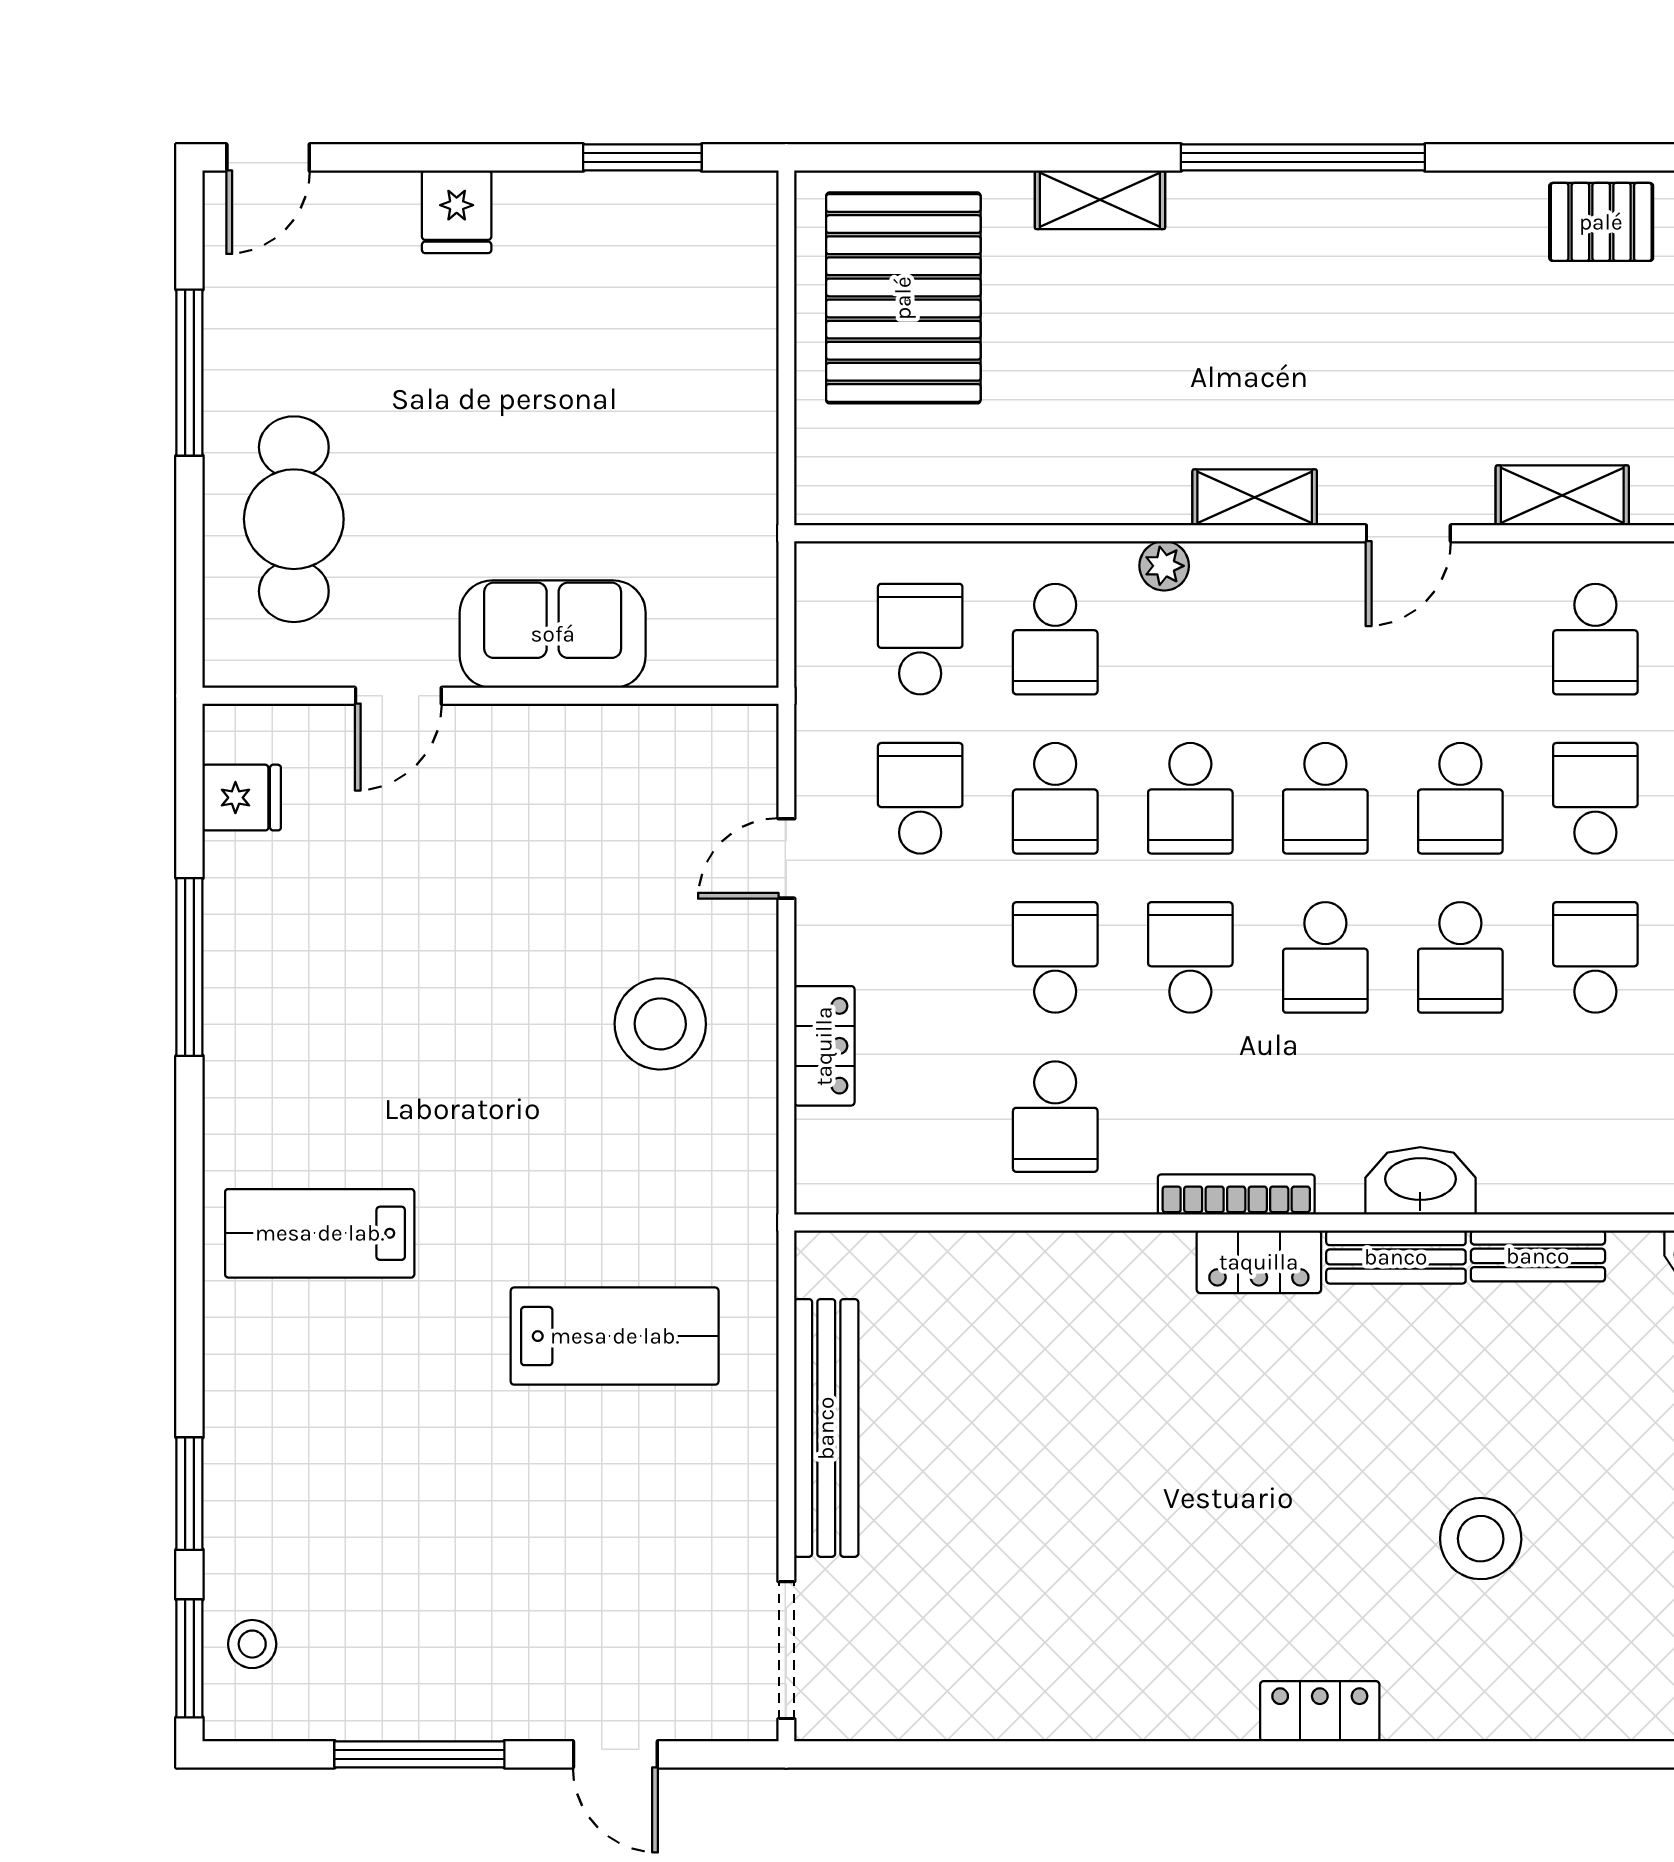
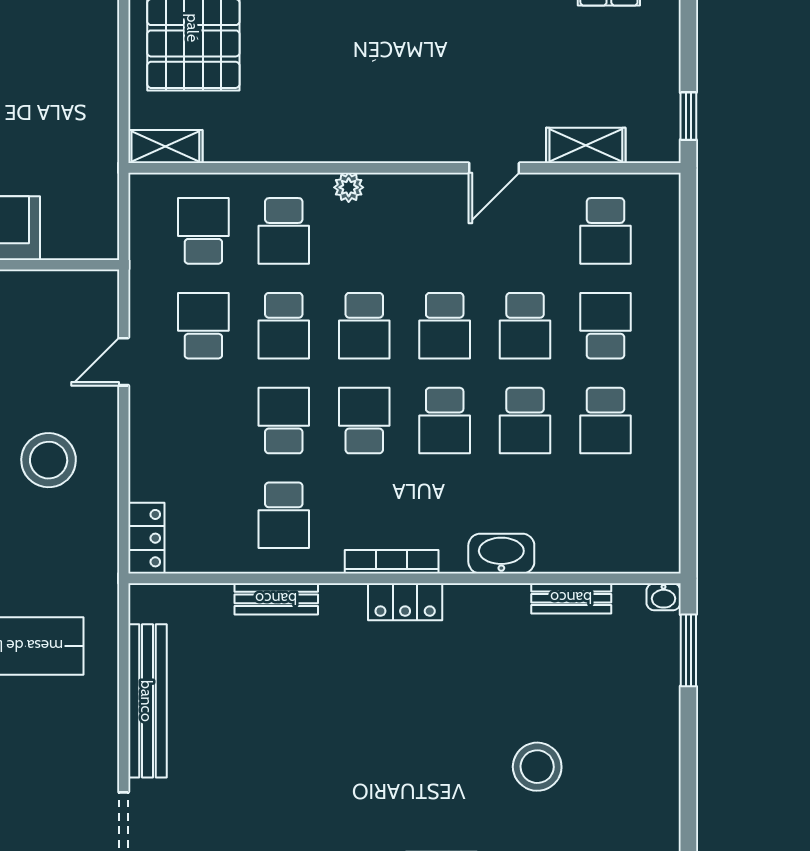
shelving: (1255, 497) -> (165, 147), moved
school desk: (1595, 957) -> (605, 421), turned 180
locker: (824, 1046) -> (146, 538), moved
bench: (1396, 1257) -> (276, 599), moved

